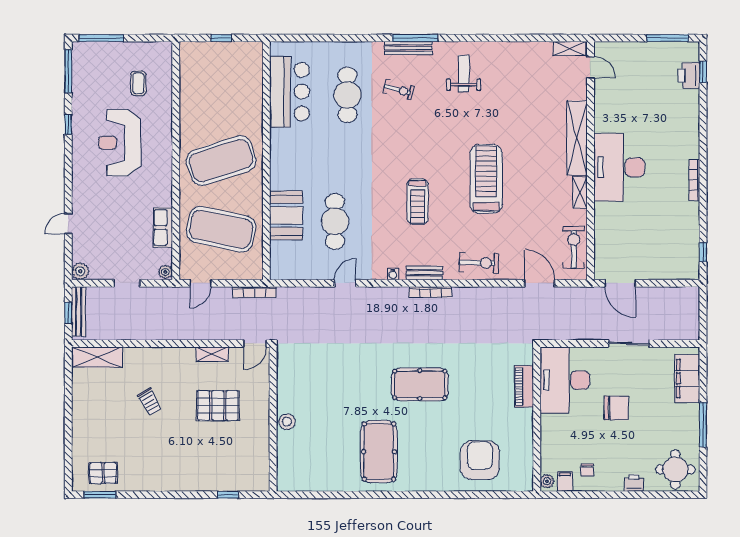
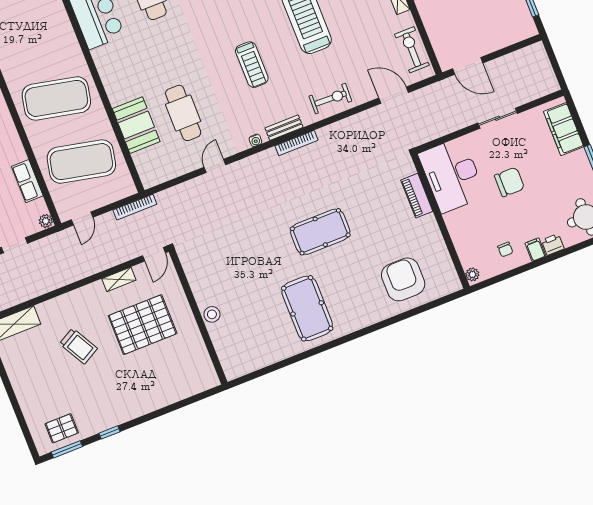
exercise mat: (221, 161) -> (56, 98), turned 30
trolley: (149, 402) -> (78, 346), width x1.36, depth x1.39
pallet: (218, 406) -> (143, 325), width x1.37, depth x1.41
filing cabinet: (565, 481) -> (535, 250), moved
window: (228, 495) -> (110, 432), moved

